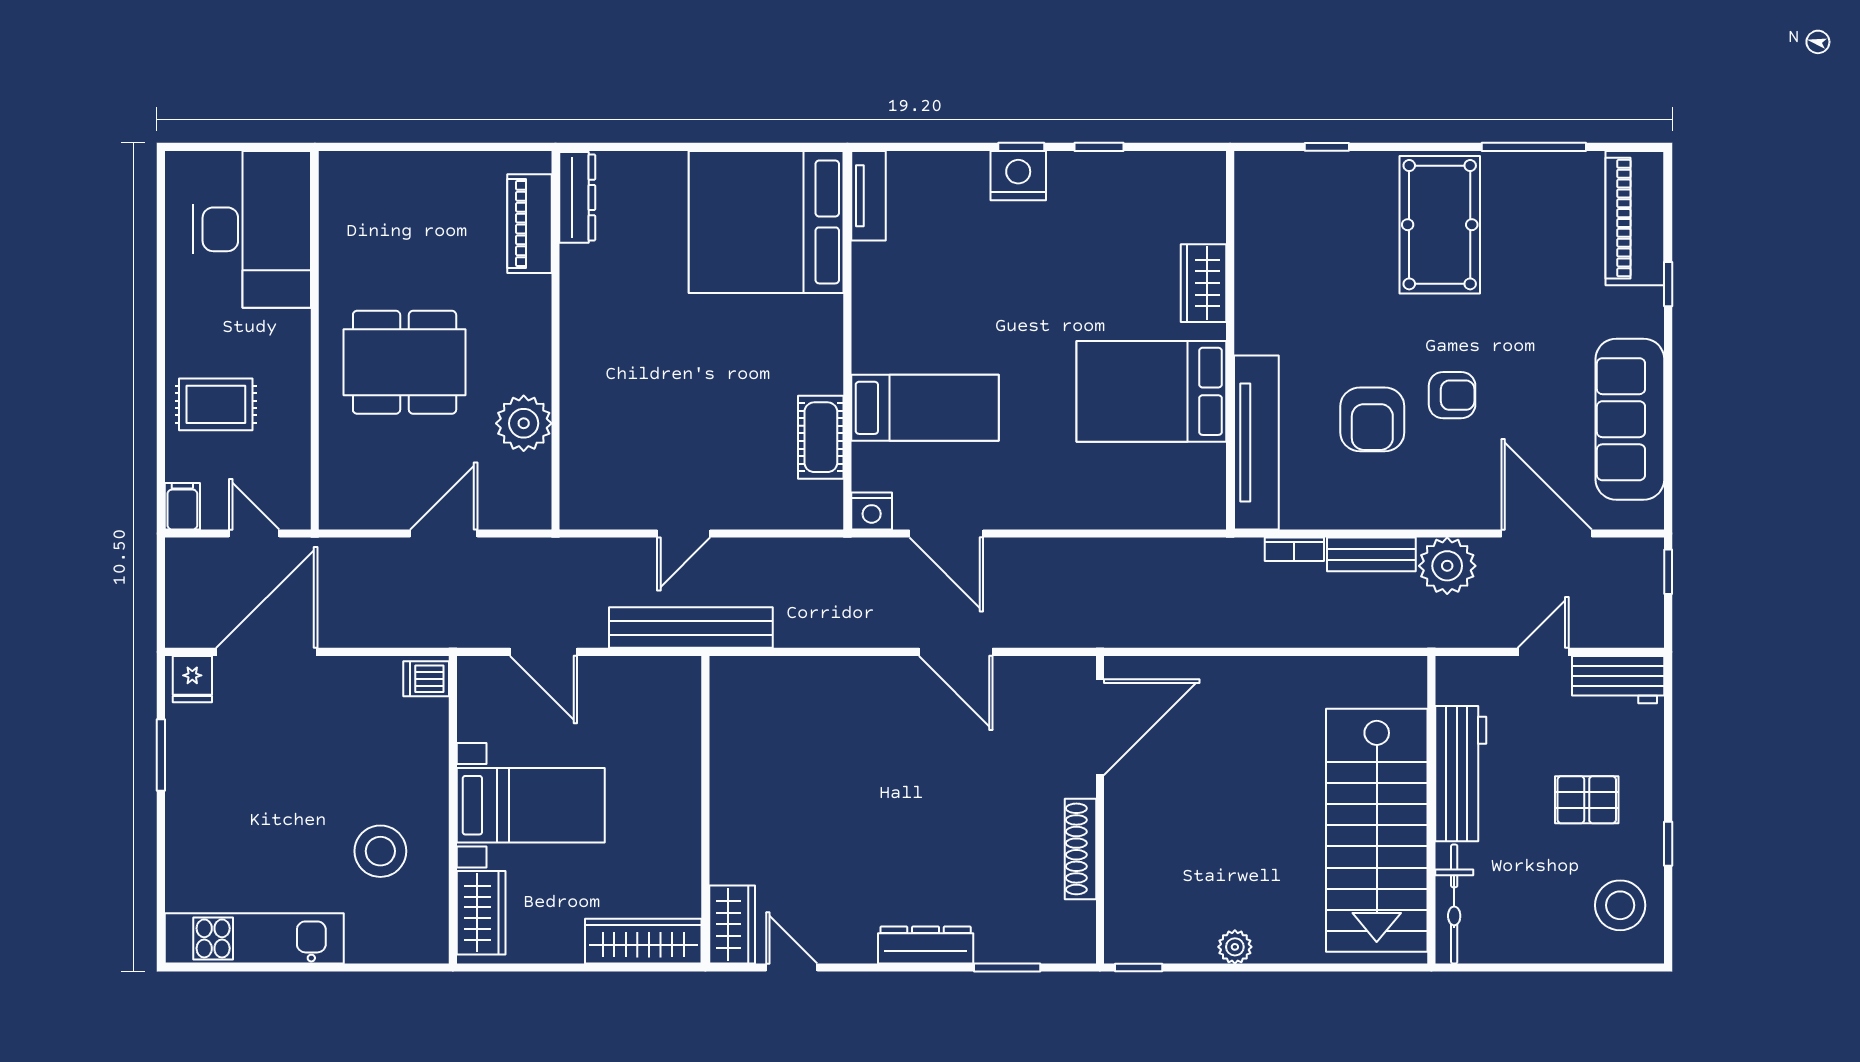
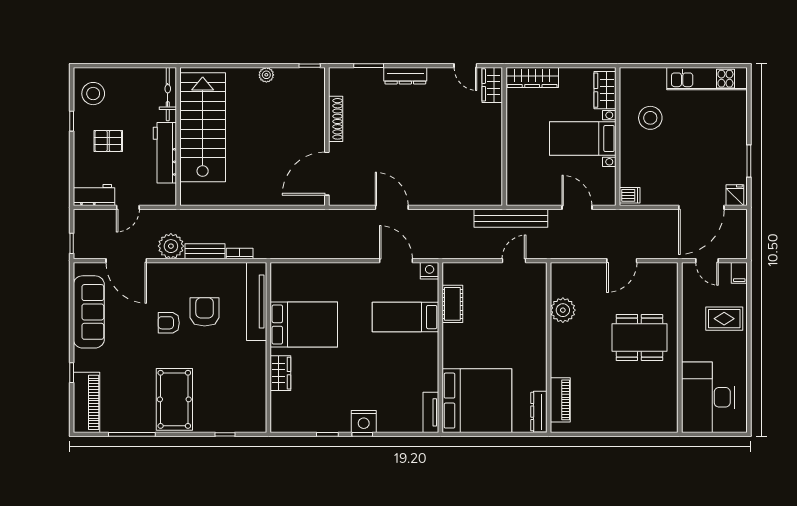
dresser: (577, 197) -> (539, 412), moved
piano: (529, 224) -> (560, 400), moved
wall: (555, 340) -> (549, 347), moved
plant: (524, 423) -> (563, 310), moved

